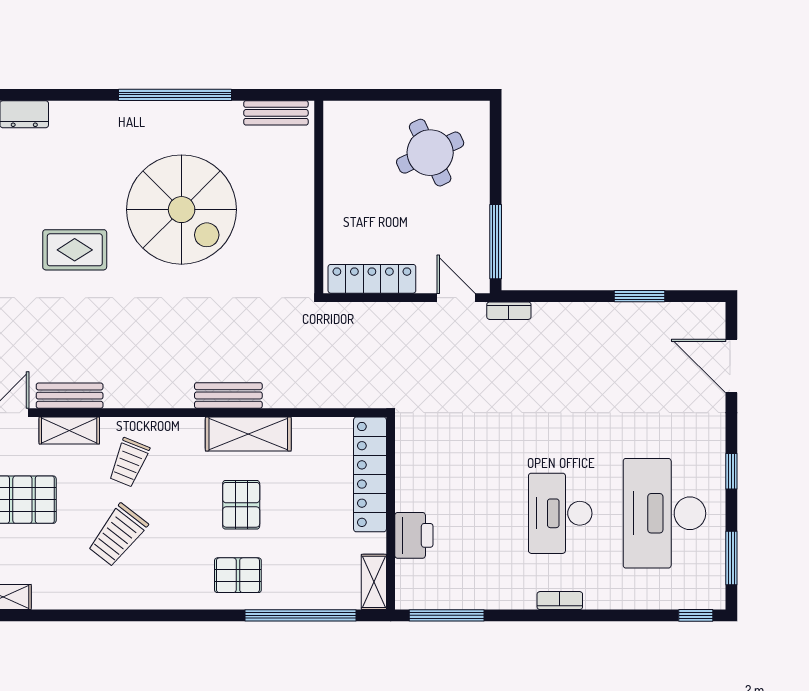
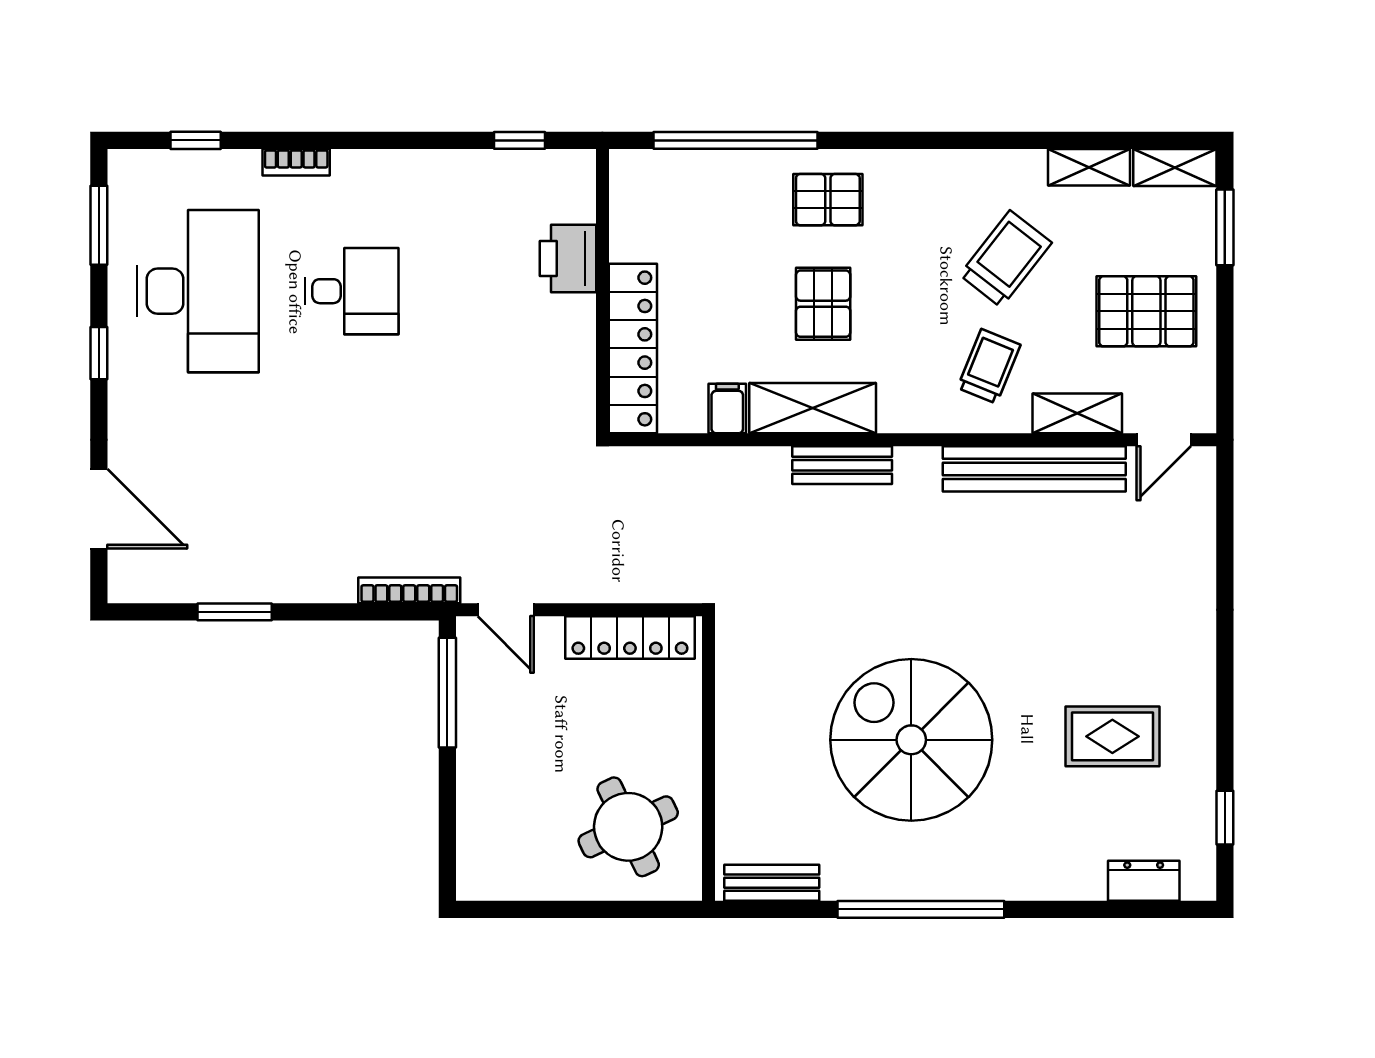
round table: (430, 153) -> (628, 827), moved
rug: (75, 250) -> (1112, 736), moved
bookcase: (509, 311) -> (409, 590), width x1.56
bench: (70, 396) -> (1034, 469), width x1.86, depth x1.21
filing cabinet: (306, 434) -> (727, 409), added
desk: (560, 513) -> (352, 291), width x0.73
shelving: (374, 582) -> (1089, 167), moved, turned 90
bookcase: (560, 601) -> (296, 162), moved
window: (447, 615) -> (519, 140), width x0.46
window: (696, 615) -> (196, 140), moved

